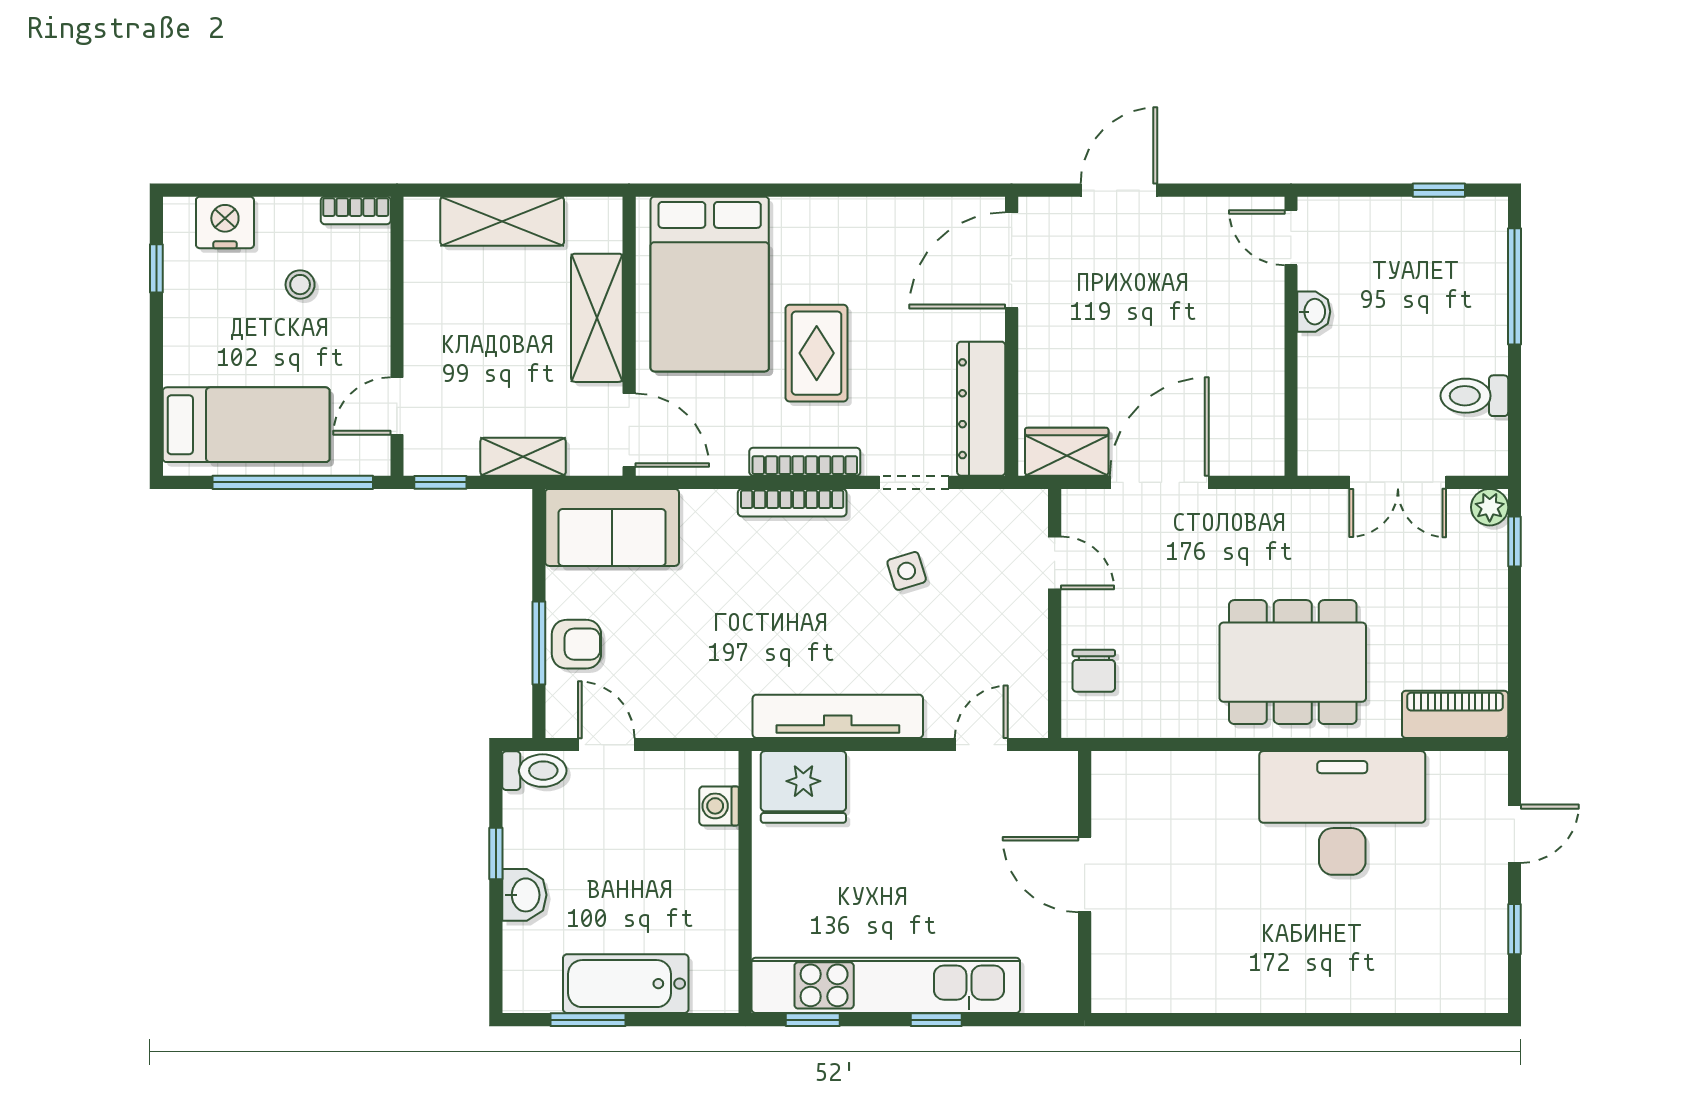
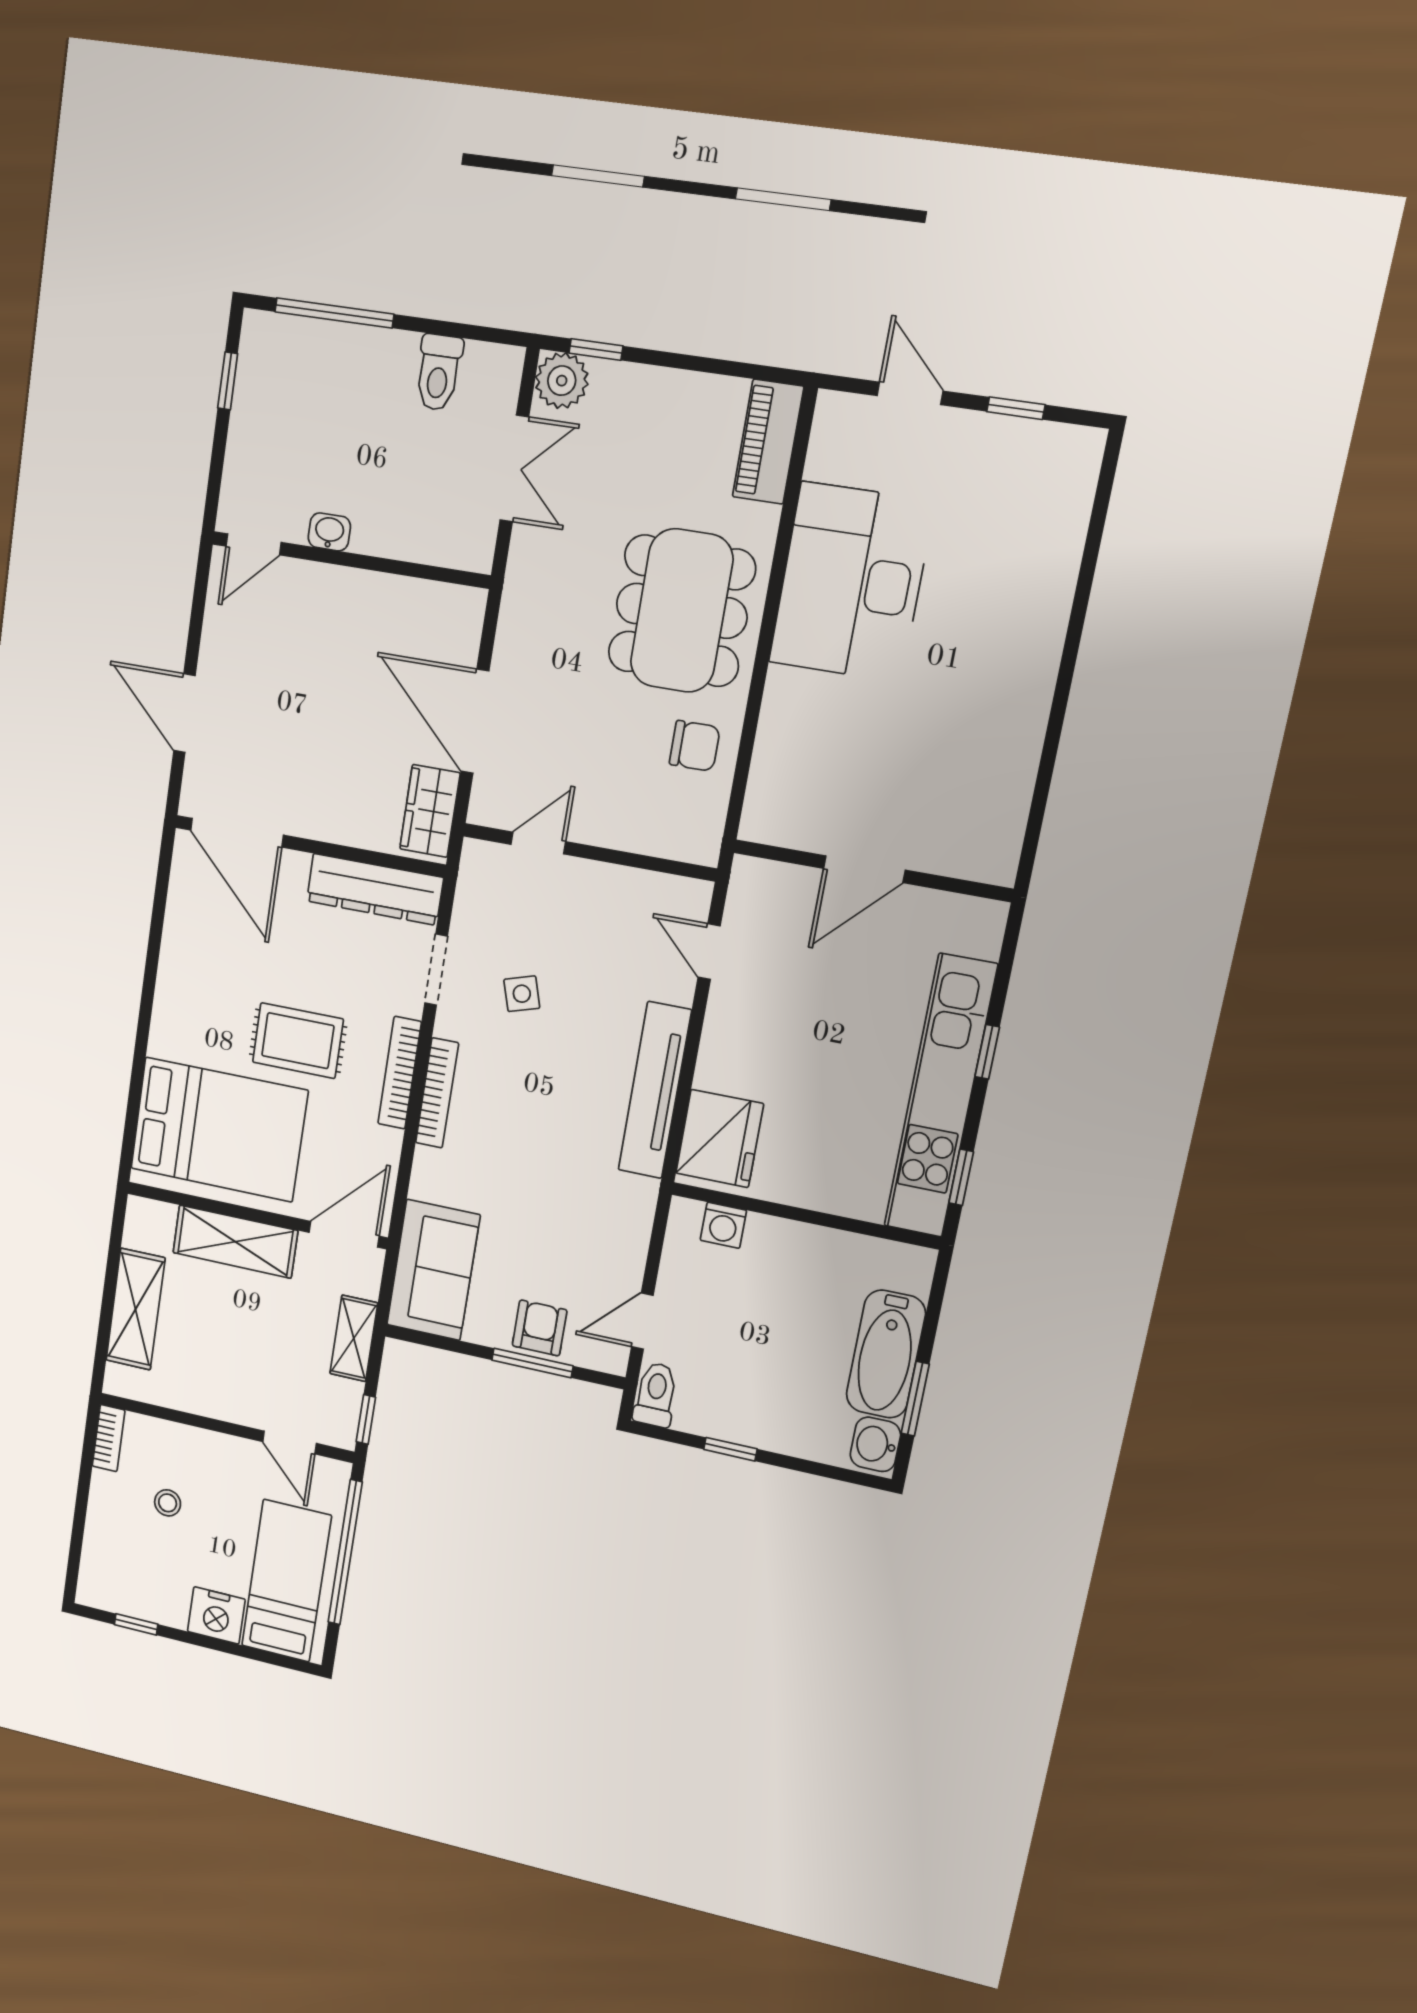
nightstand: (225, 222) -> (216, 1615), moved, turned -90
plant: (1490, 507) -> (562, 381), width x1.38, depth x1.38
chair: (1094, 671) -> (695, 746), moved
washbasin: (524, 895) -> (875, 1444), moved, turned -90

